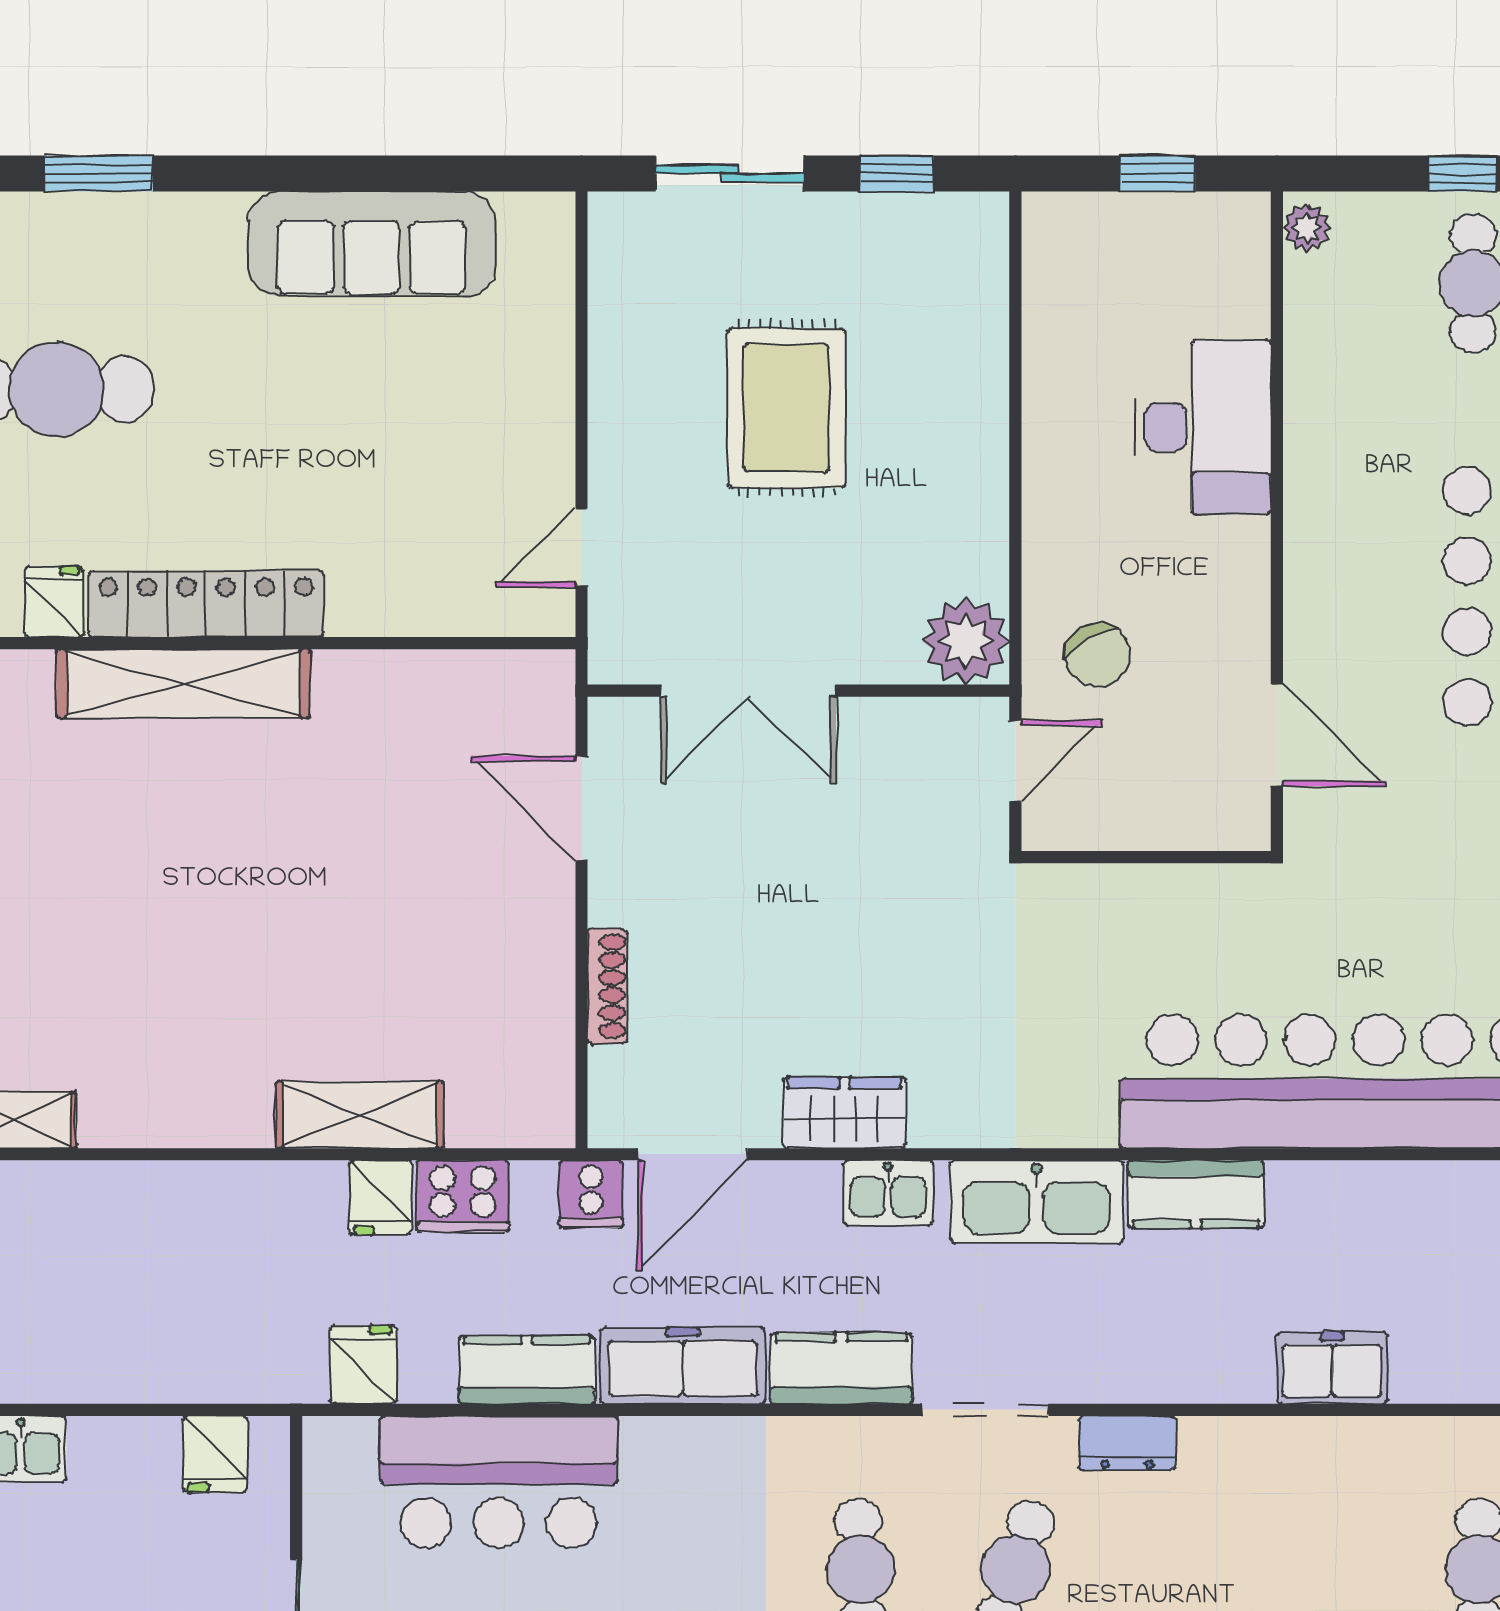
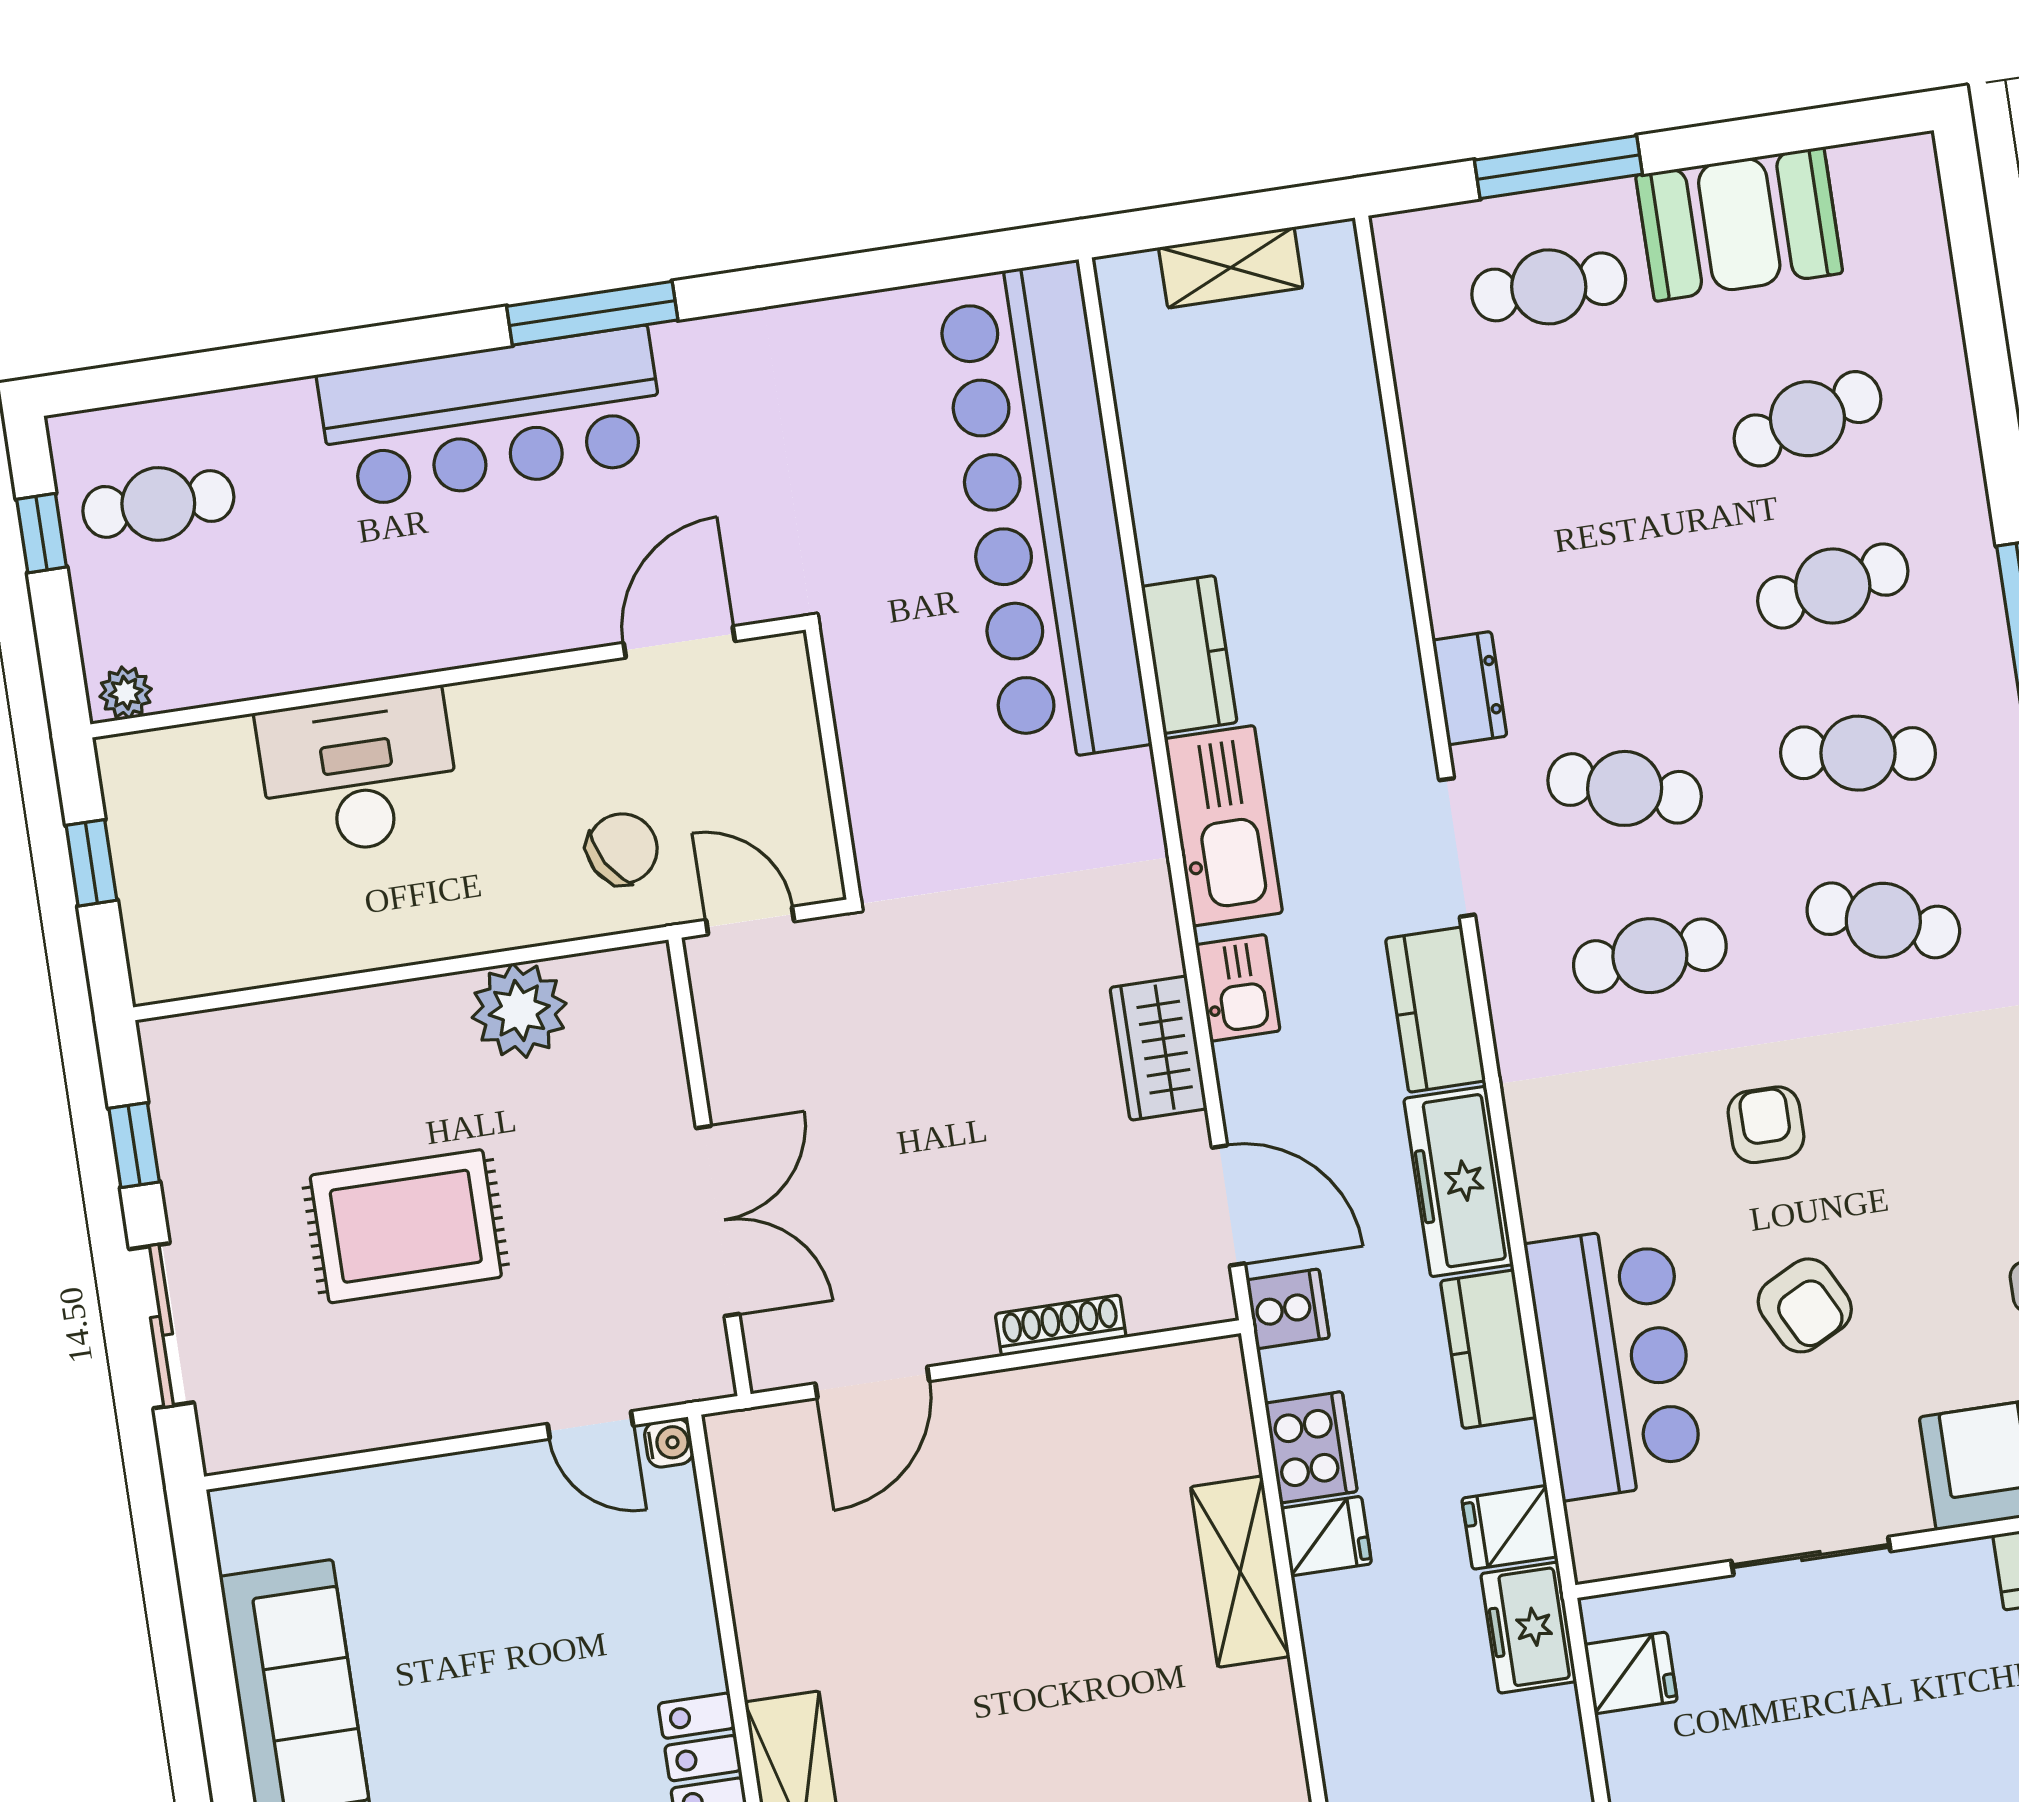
water cooler: (555, 616) -> (669, 1443), added
plant: (966, 641) -> (519, 1010), moved
freezer: (1332, 1368) -> (1529, 1628), moved

